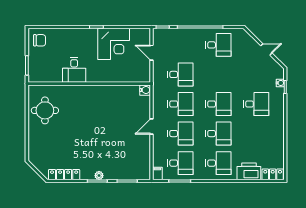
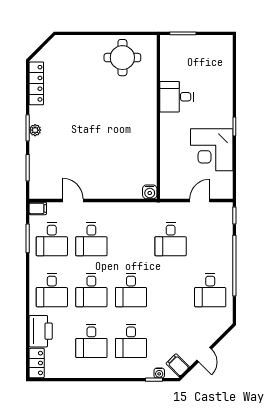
chair: (40, 40) -> (216, 50), removed
filing cabinet: (274, 69) -> (178, 365), added
desk: (180, 104) -> (91, 341), moved
door: (151, 126) -> (73, 200), moved

